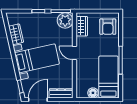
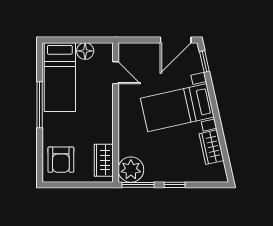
armchair: (108, 27) -> (61, 160), turned 180
door: (74, 53) -> (116, 73), moved
dresser: (61, 93) -> (138, 50), removed

